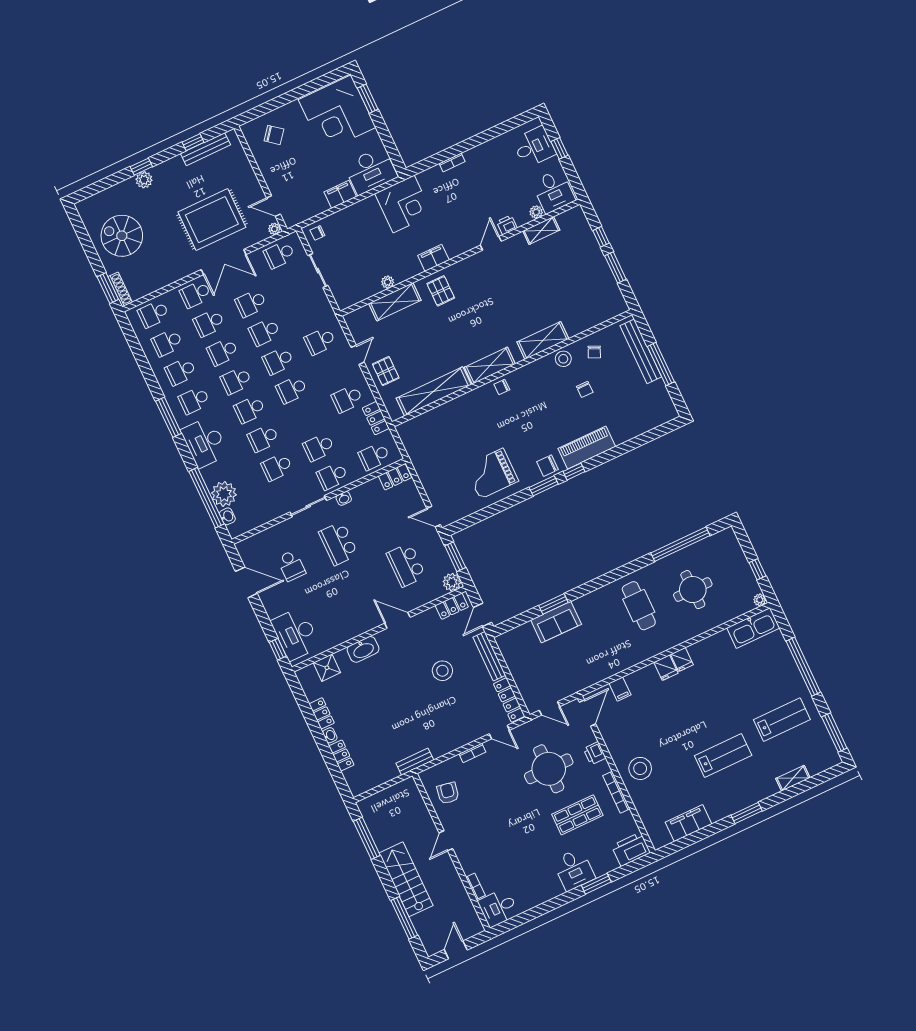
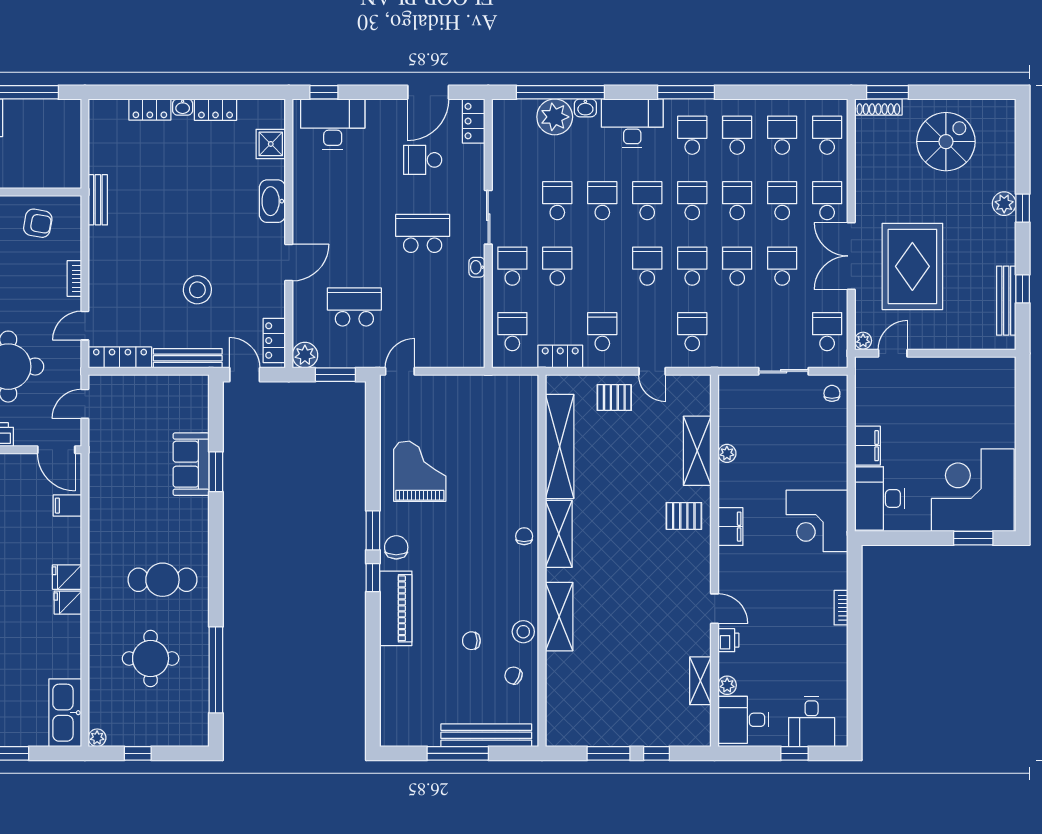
chair: (274, 135) -> (983, 397), removed
locker: (395, 477) -> (474, 121), moved
washbasin: (227, 516) -> (585, 108), moved

